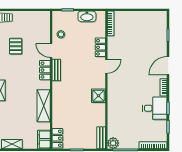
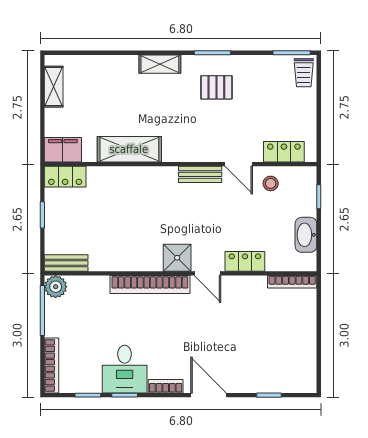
pallet: (16, 46) -> (216, 87), moved
door: (51, 50) -> (239, 164), swing flipped
locker: (45, 70) -> (284, 152), moved
bookcase: (112, 95) -> (150, 285), added
shower: (98, 96) -> (177, 258), moved

